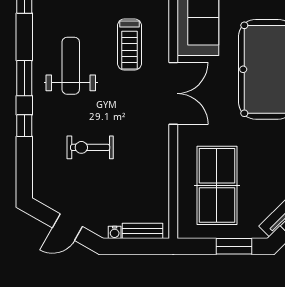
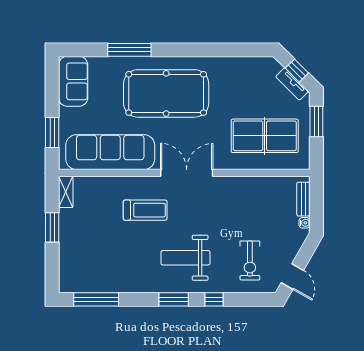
weight bench: (71, 66) -> (185, 258), moved
exercise bike: (90, 147) -> (250, 260), moved
door: (67, 227) -> (292, 276), moved

